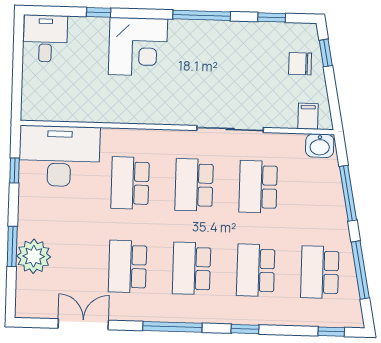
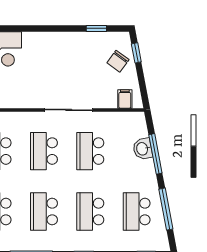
window: (202, 15) -> (46, 28), removed
chair: (300, 64) -> (118, 61), turned -54
washbasin: (320, 146) -> (143, 149), moved, turned 79

